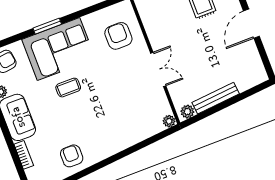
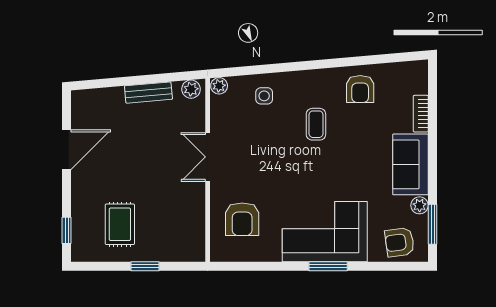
door: (251, 24) -> (67, 150), moved
coffee table: (68, 88) -> (316, 124), moved, turned 90
bench: (216, 98) -> (148, 93), width x0.73
side table: (136, 126) -> (264, 96), added

